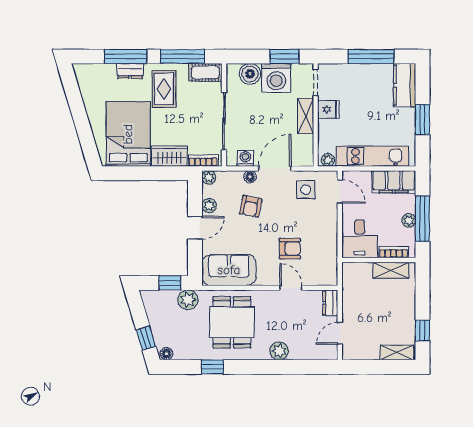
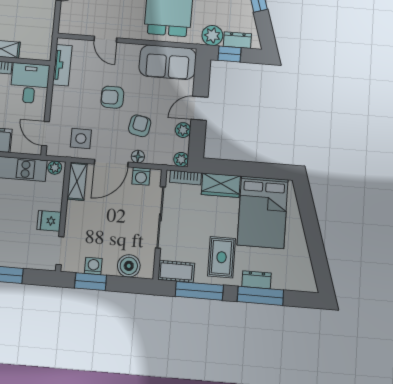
washing machine: (276, 78) -> (93, 266), width x0.53, depth x0.53
shelving: (306, 116) -> (77, 181), moved
armchair: (290, 249) -> (112, 97), moved
tv unit: (330, 259) -> (62, 65), added
dresser: (330, 303) -> (237, 40), moved, turned -90

